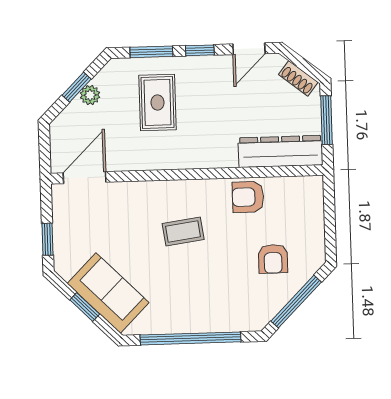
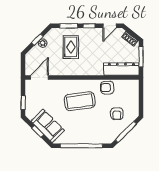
coffee table: (183, 232) -> (80, 101), width x1.86, depth x1.72

